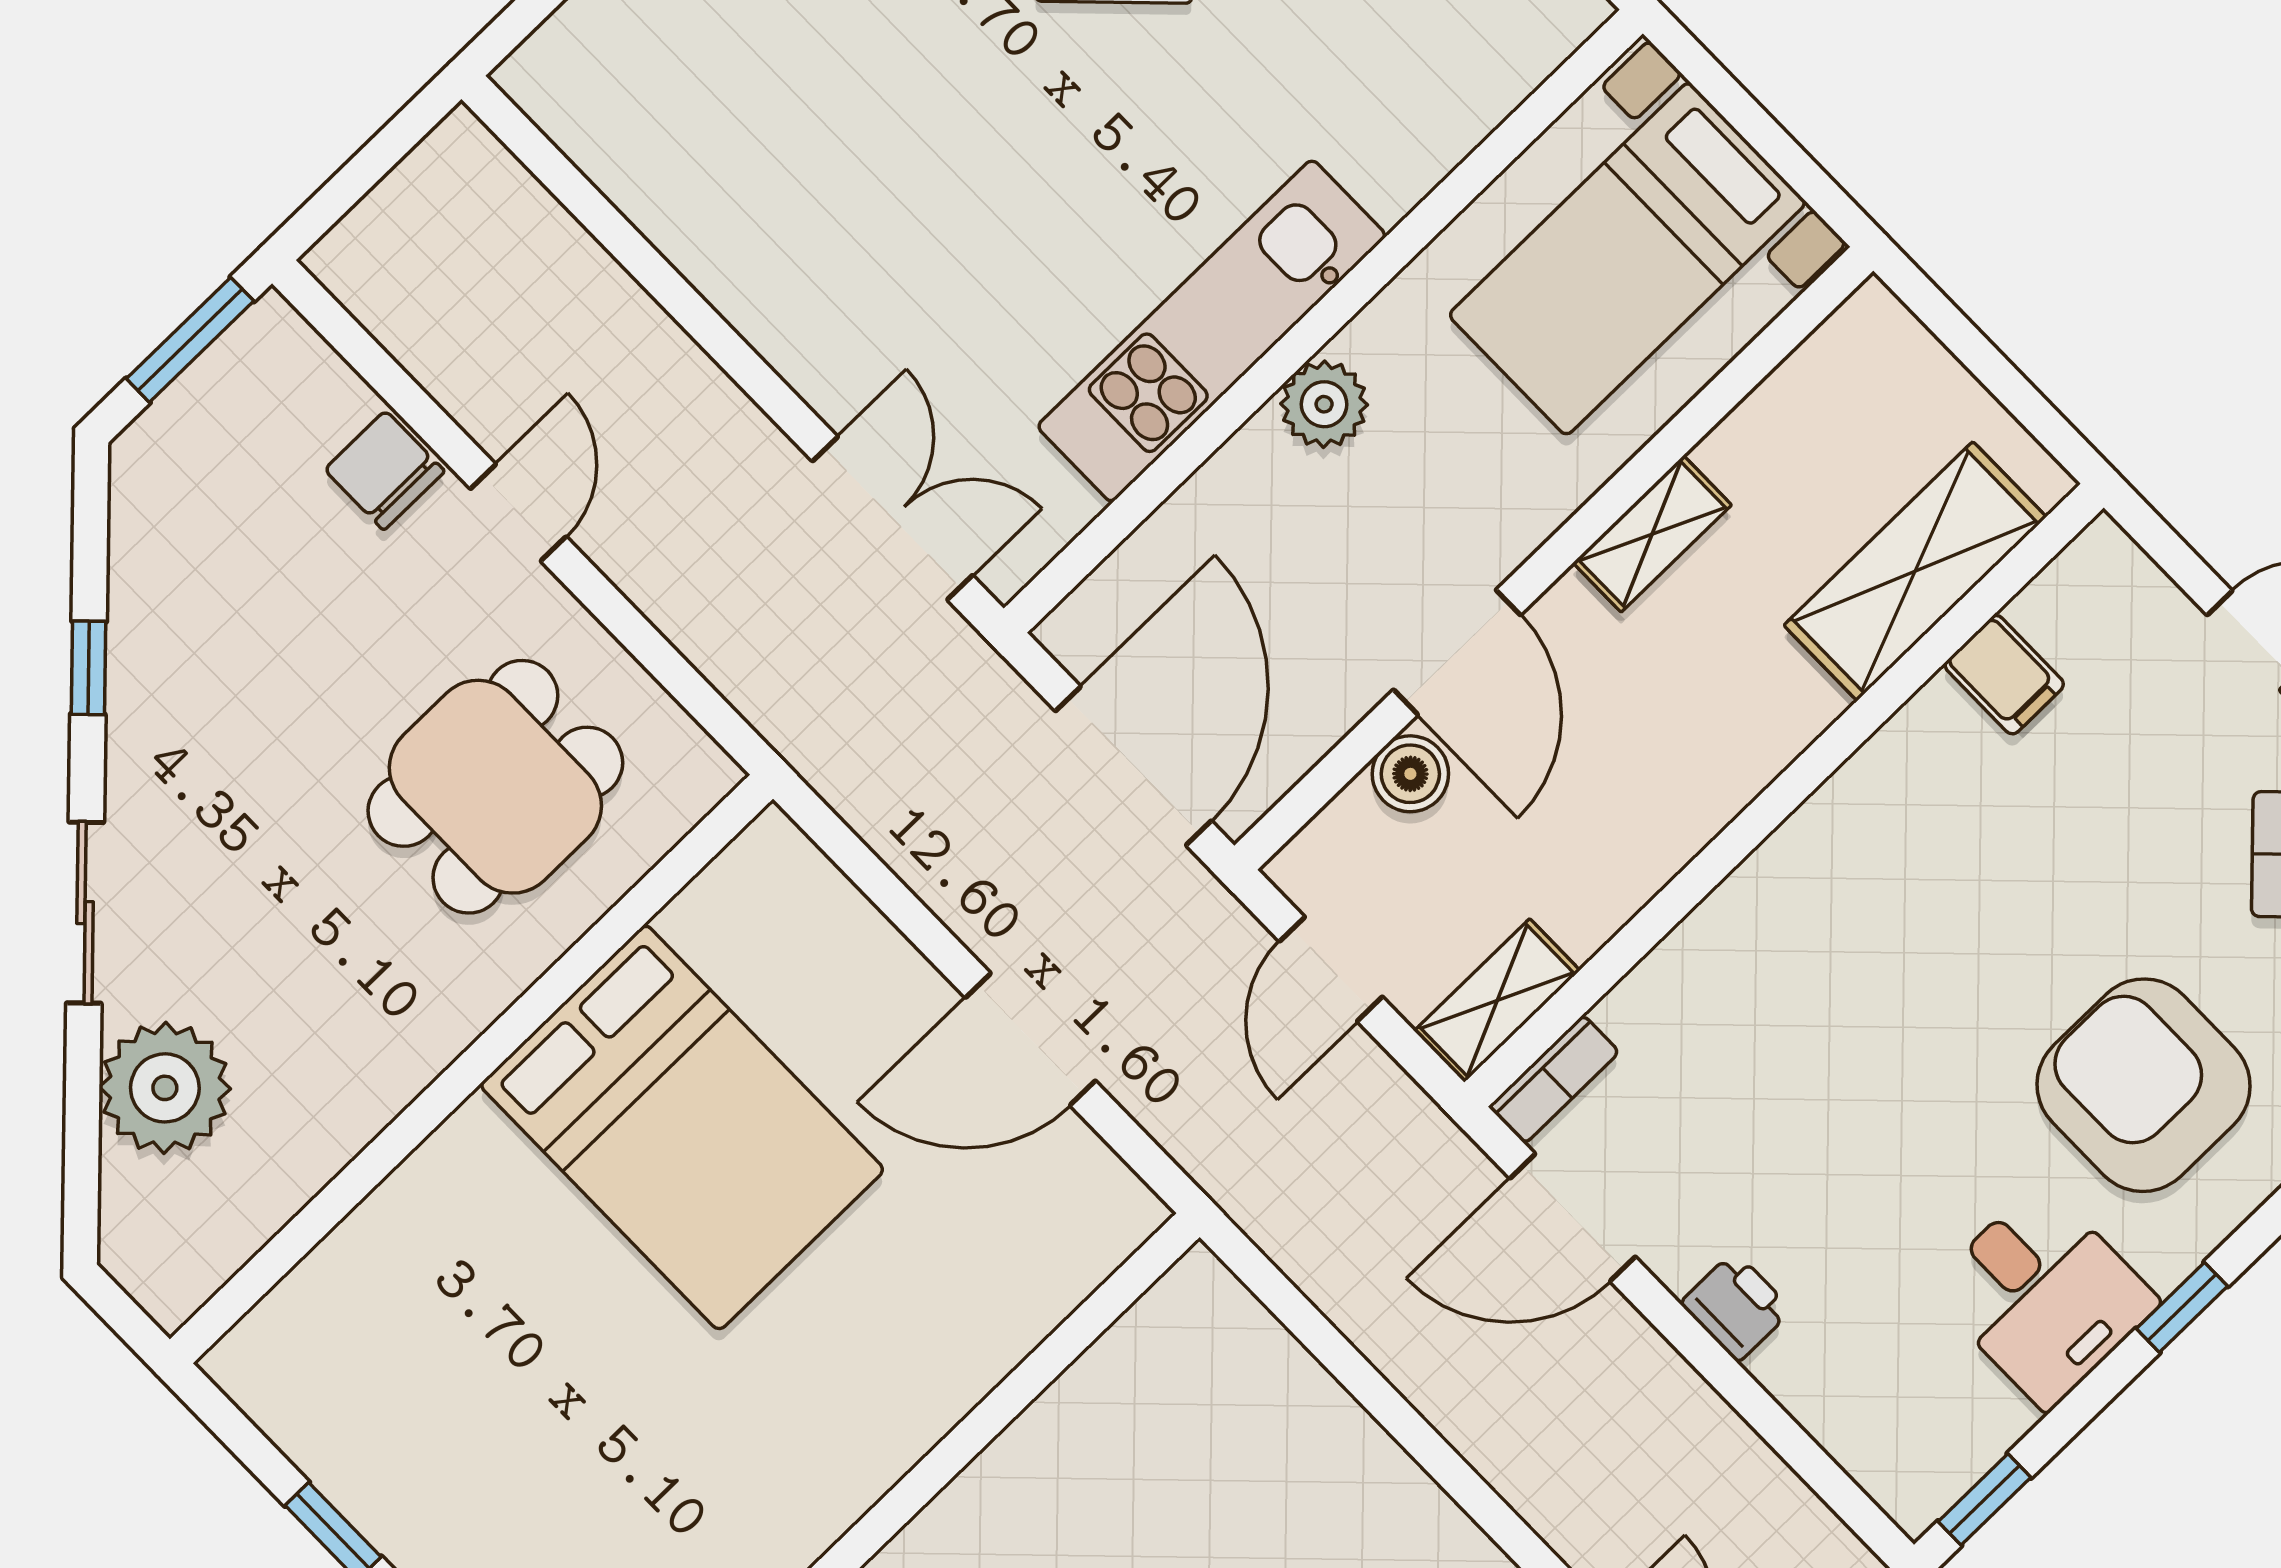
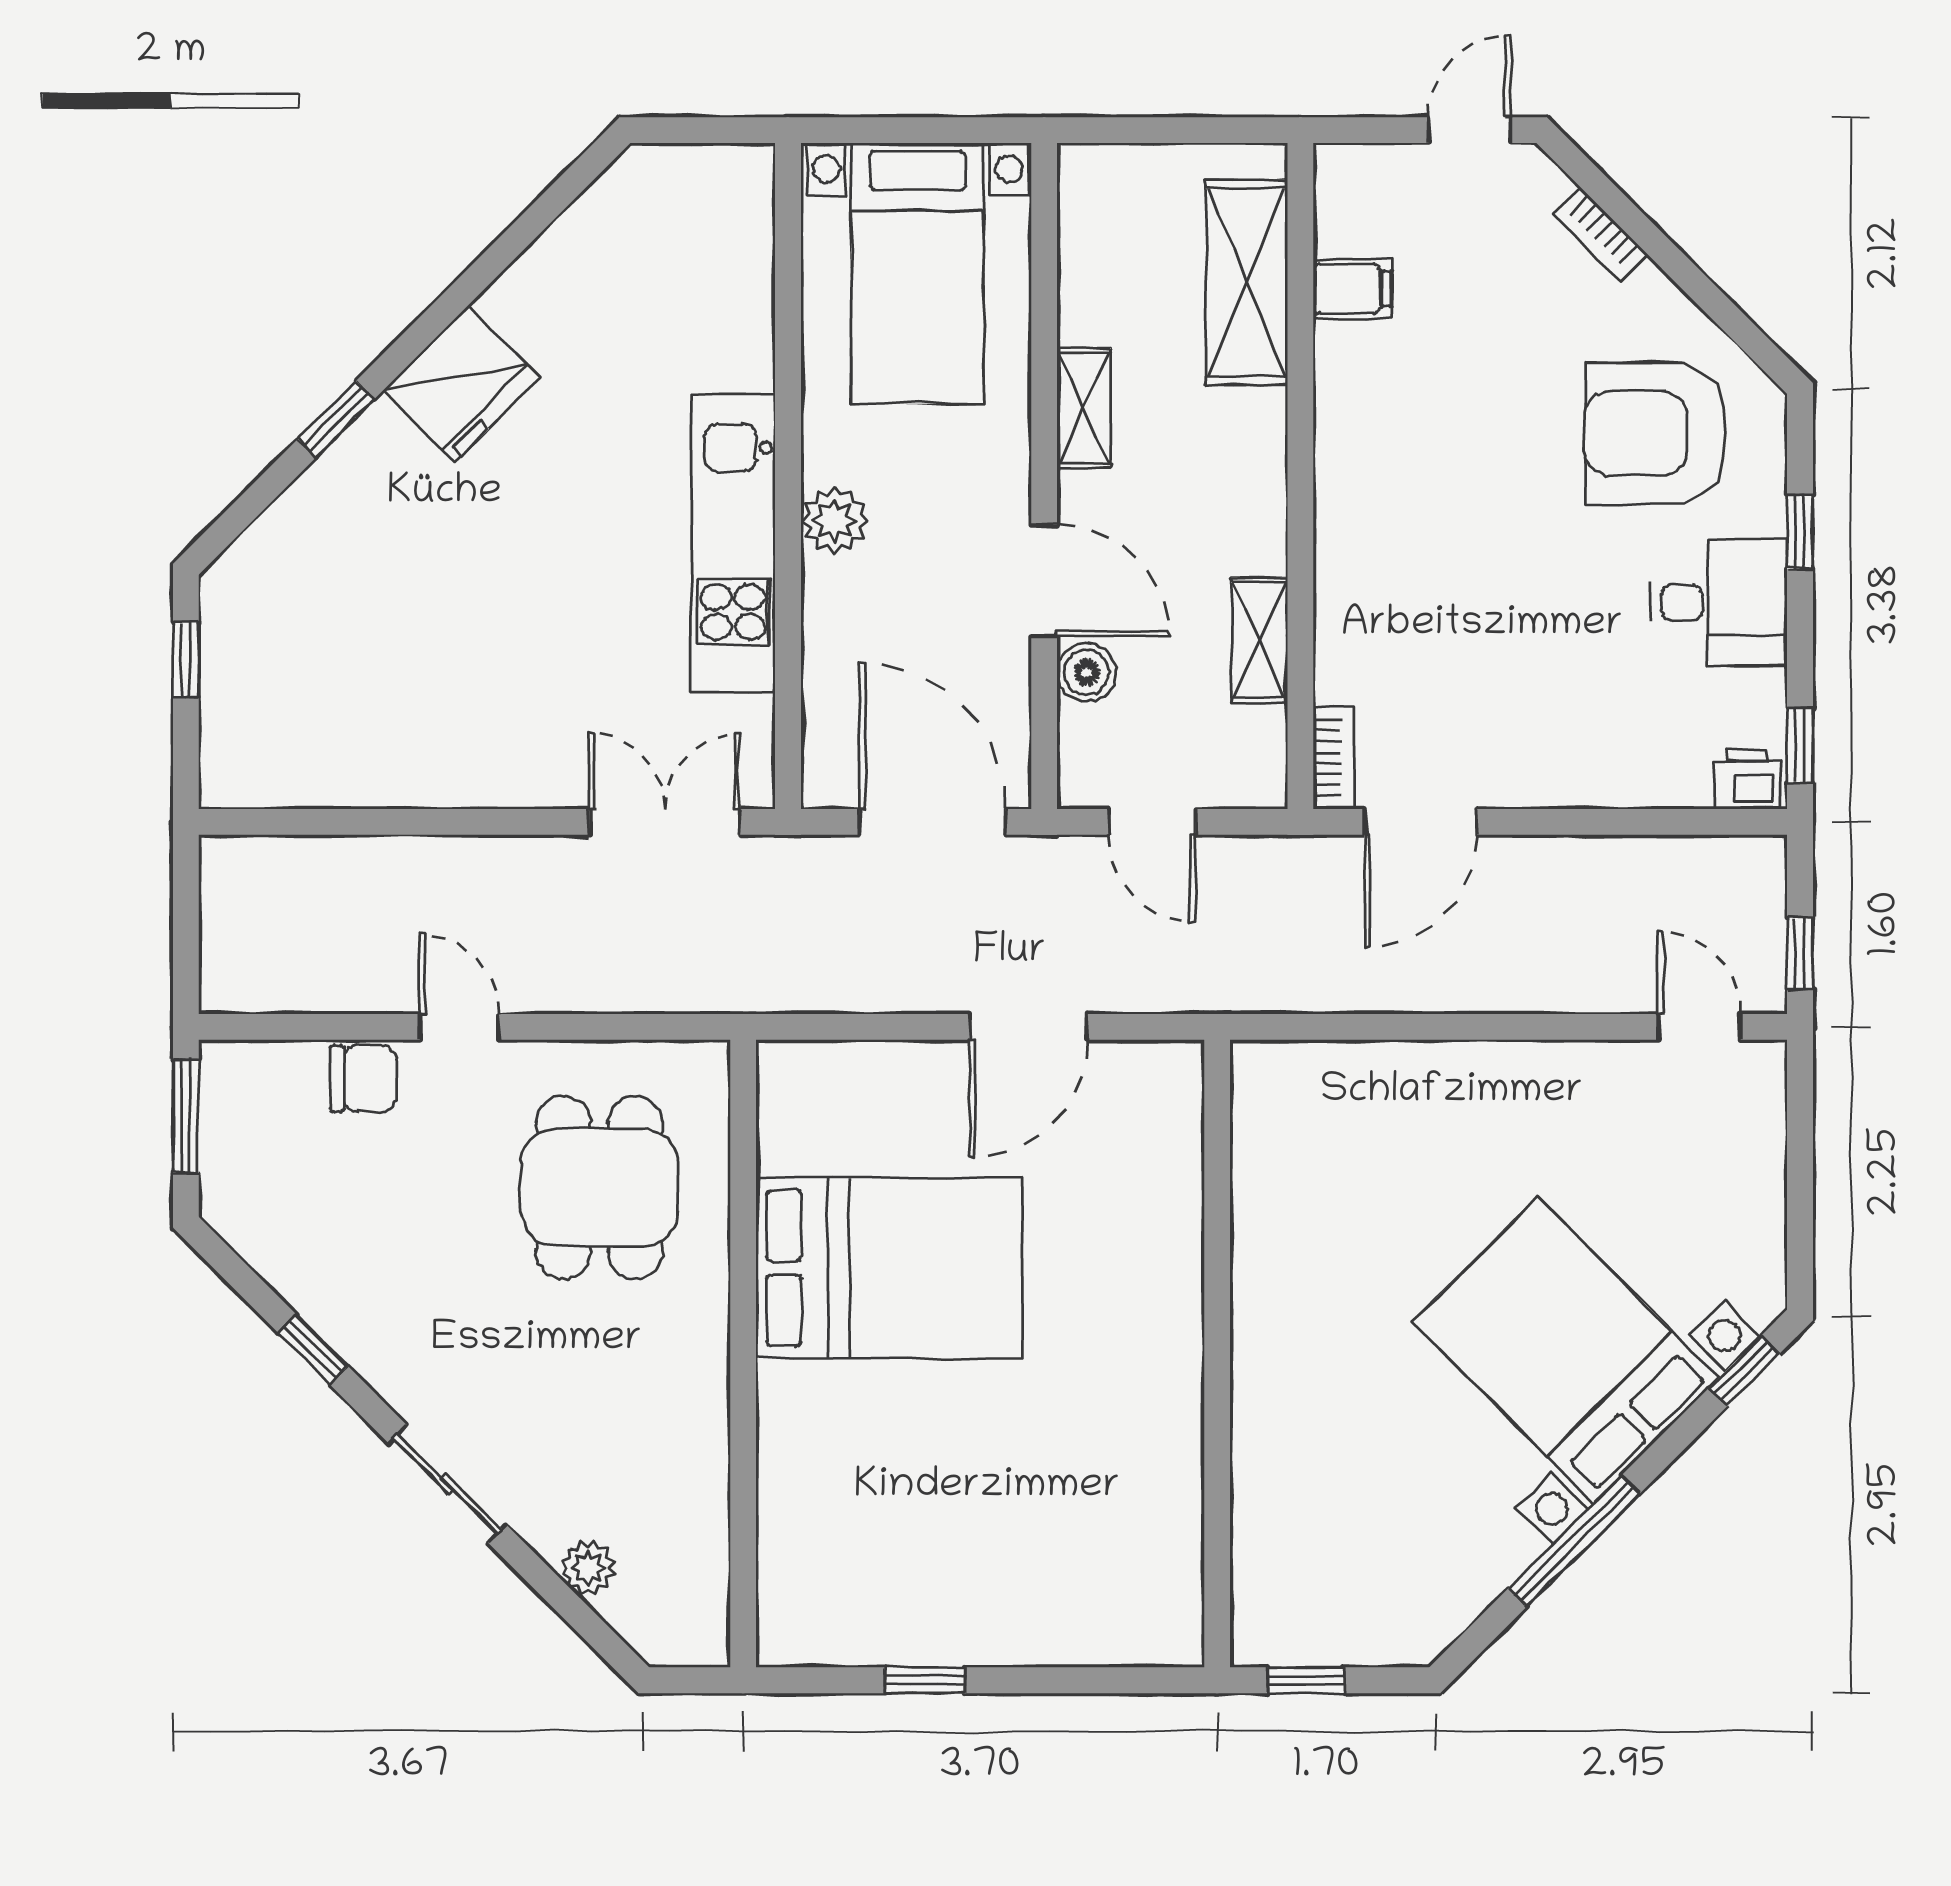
chair: (385, 470) -> (364, 1078), turned 180
shelving: (1497, 1001) -> (1259, 640), moved
plant: (165, 1088) -> (588, 1568), width x0.53, depth x0.53
printer: (1736, 1307) -> (1748, 779), moved

